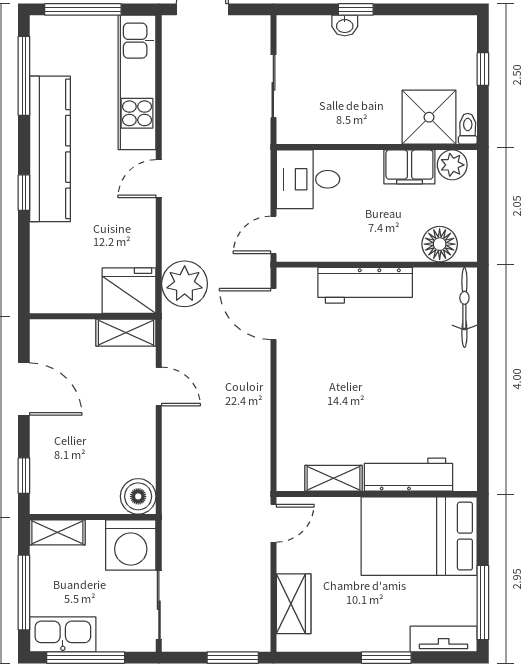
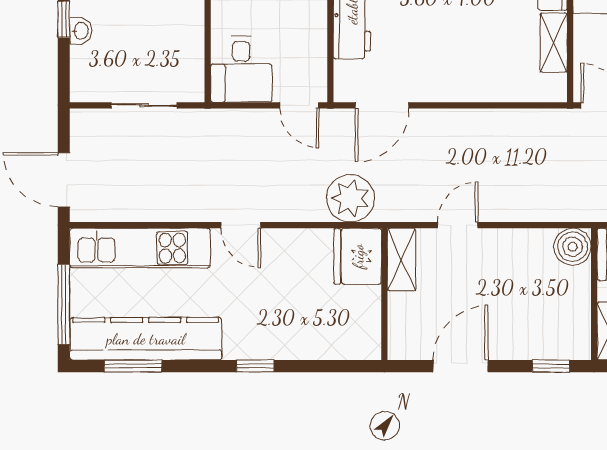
window: (24, 76) -> (133, 366), width x0.69
kitchen counter: (50, 149) -> (146, 339), moved

